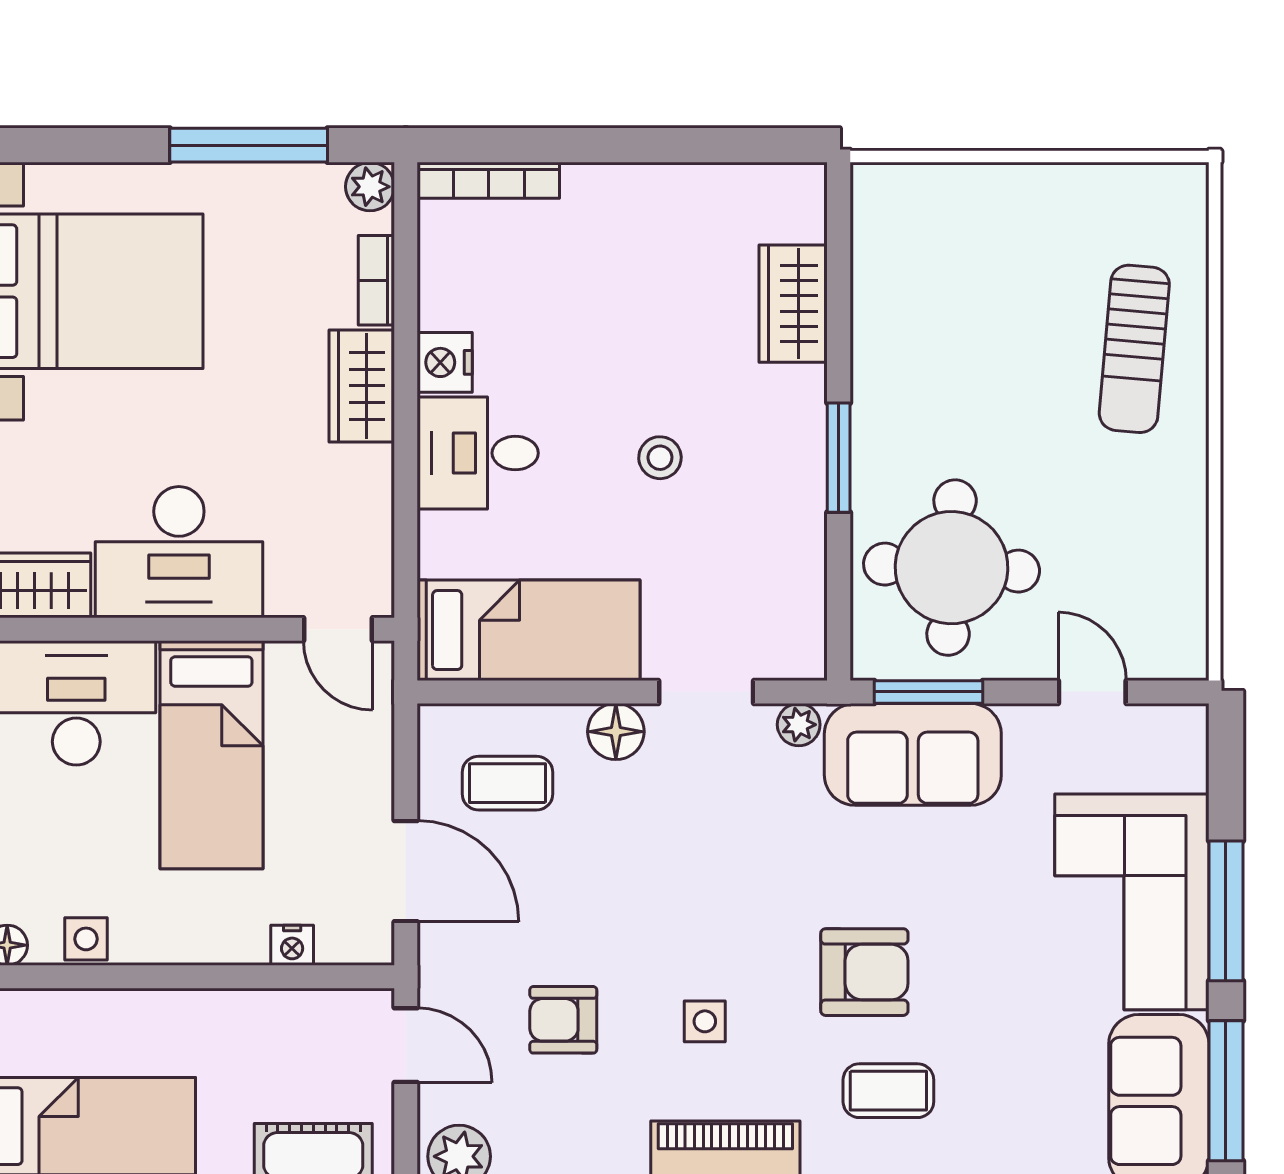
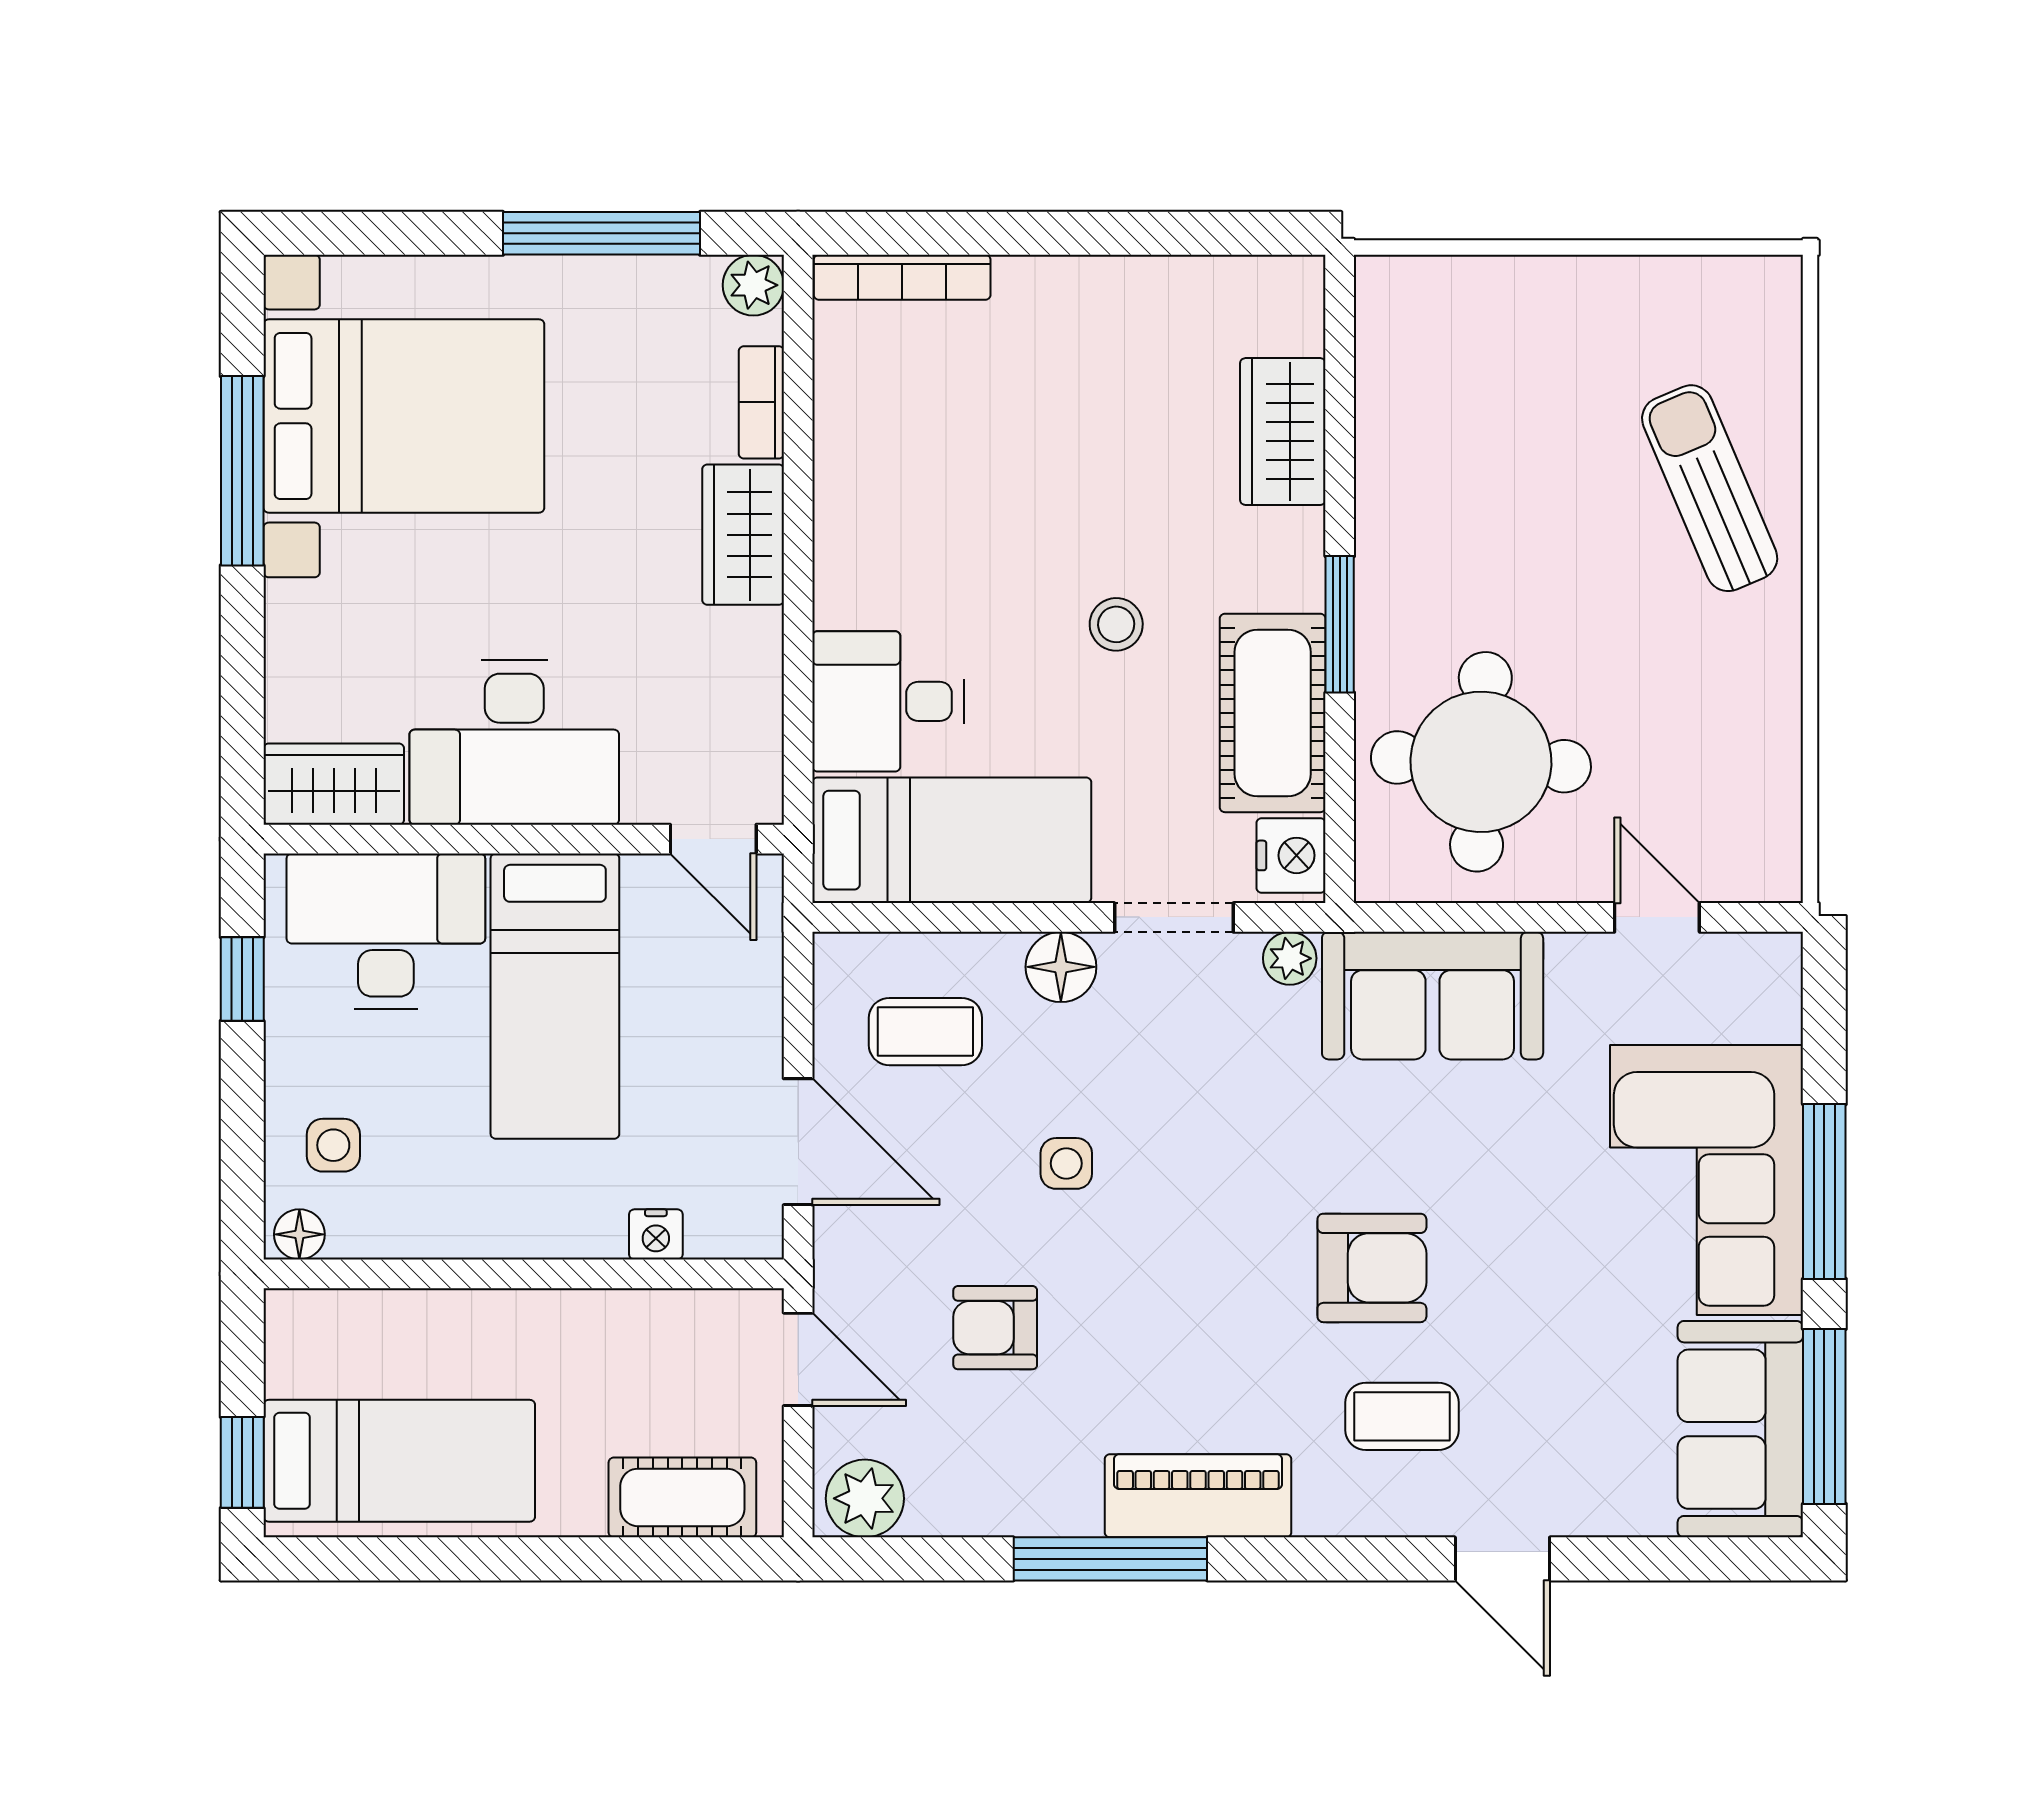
sun lounger: (1134, 349) -> (1710, 488), turned 152
nightstand: (445, 362) -> (1291, 855), moved, turned 180
desk: (478, 453) -> (888, 701), moved
cot: (785, 529) -> (1273, 713), added
window: (929, 692) -> (1452, 917), removed
side table: (86, 939) -> (333, 1145), moved
side table: (705, 1021) -> (1066, 1163), moved

